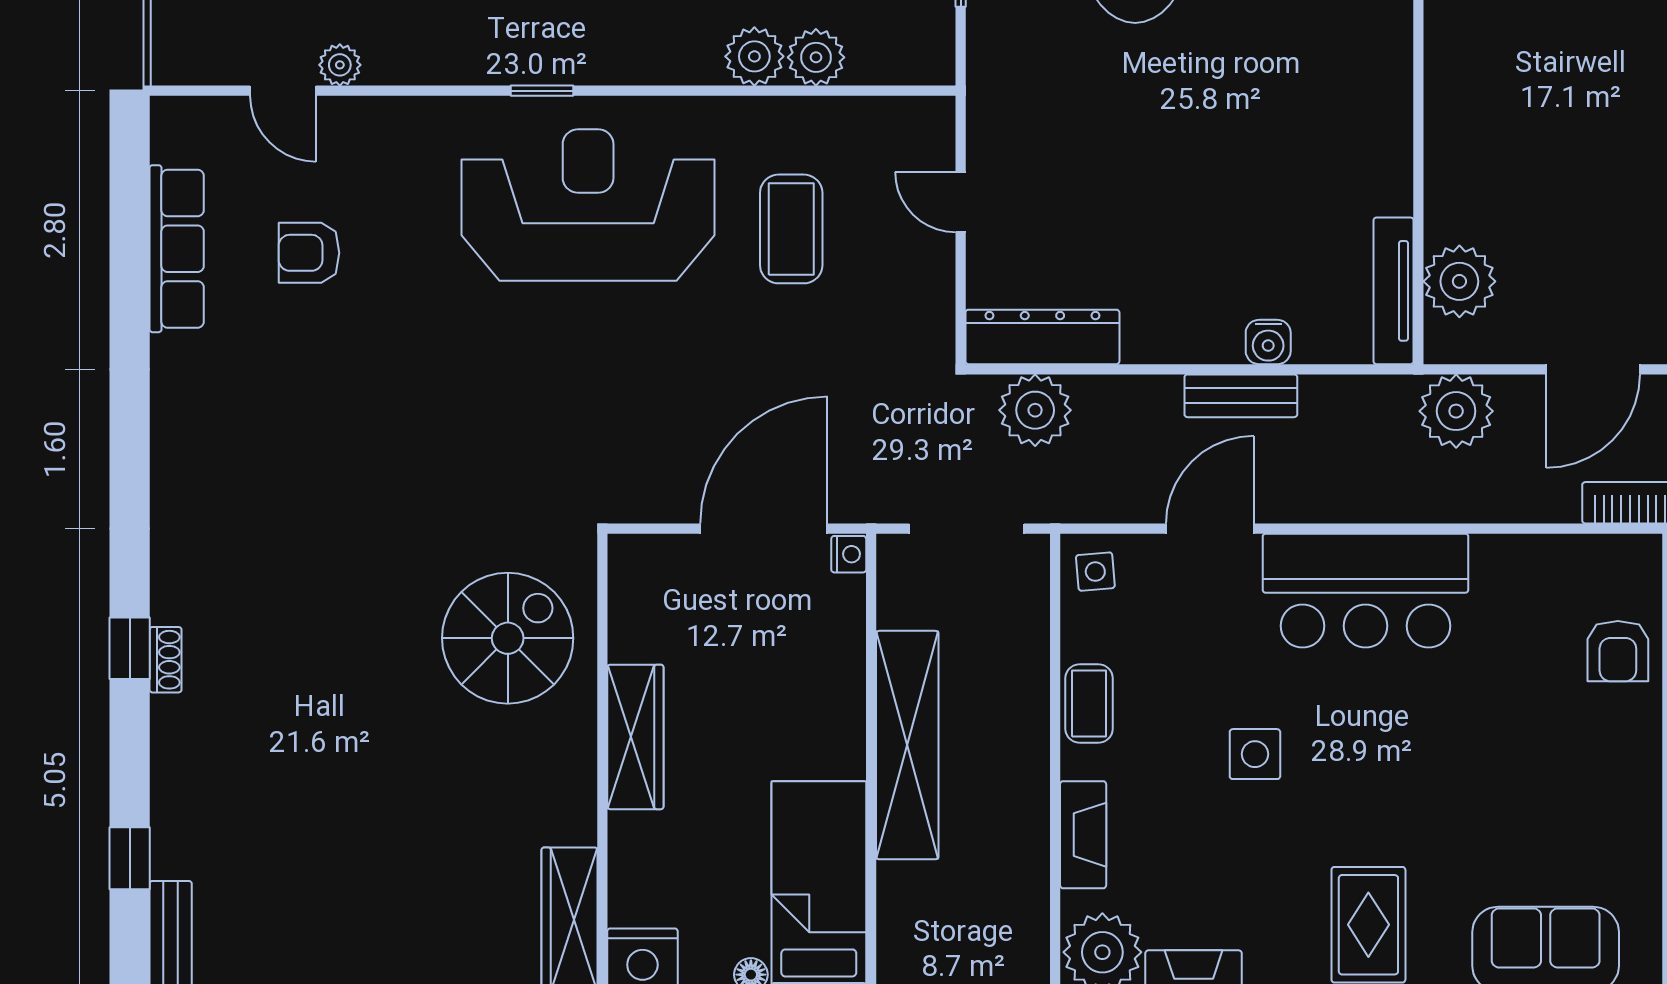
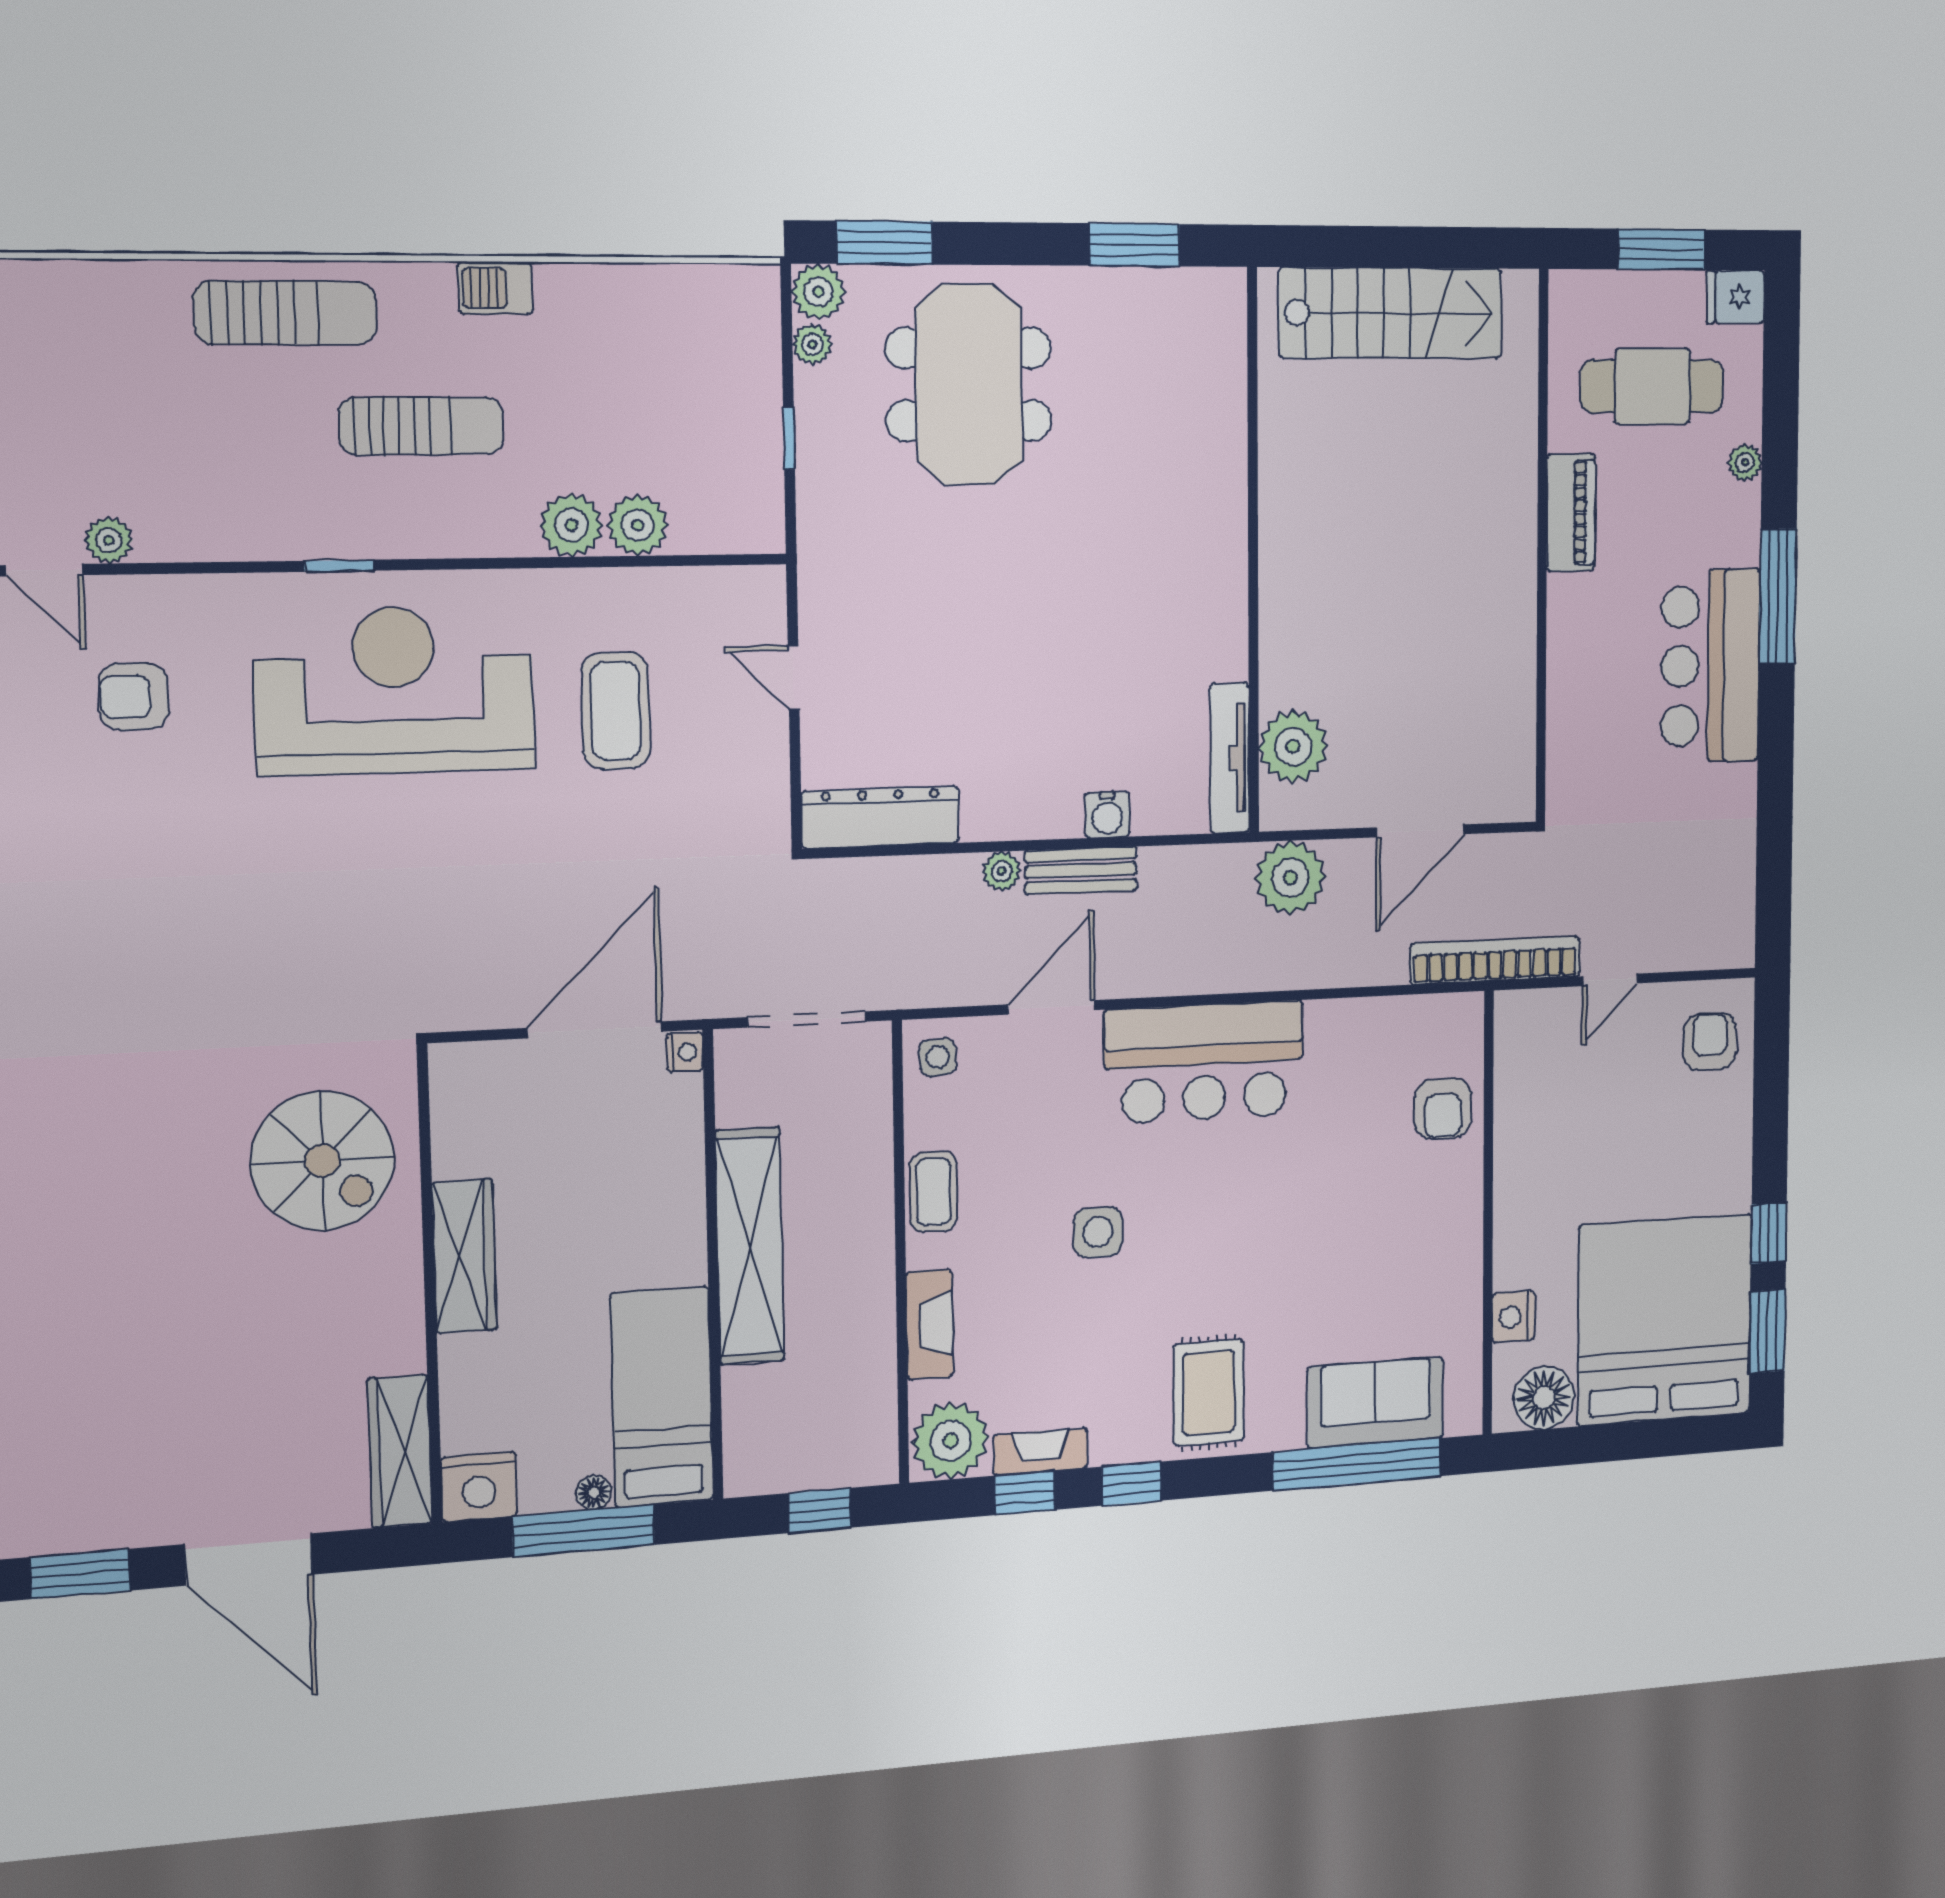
armchair: (309, 253) -> (134, 697), moved
plant: (1035, 410) -> (1002, 871), moved, width x0.53, depth x0.53
spiral stairs: (508, 638) -> (322, 1161), turned 90

